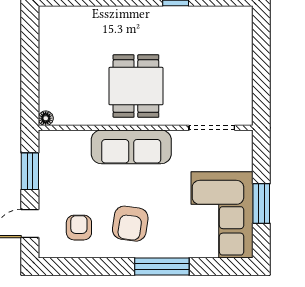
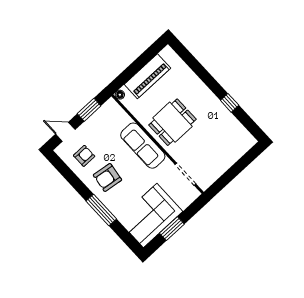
piano: (54, 65) -> (147, 76), added

